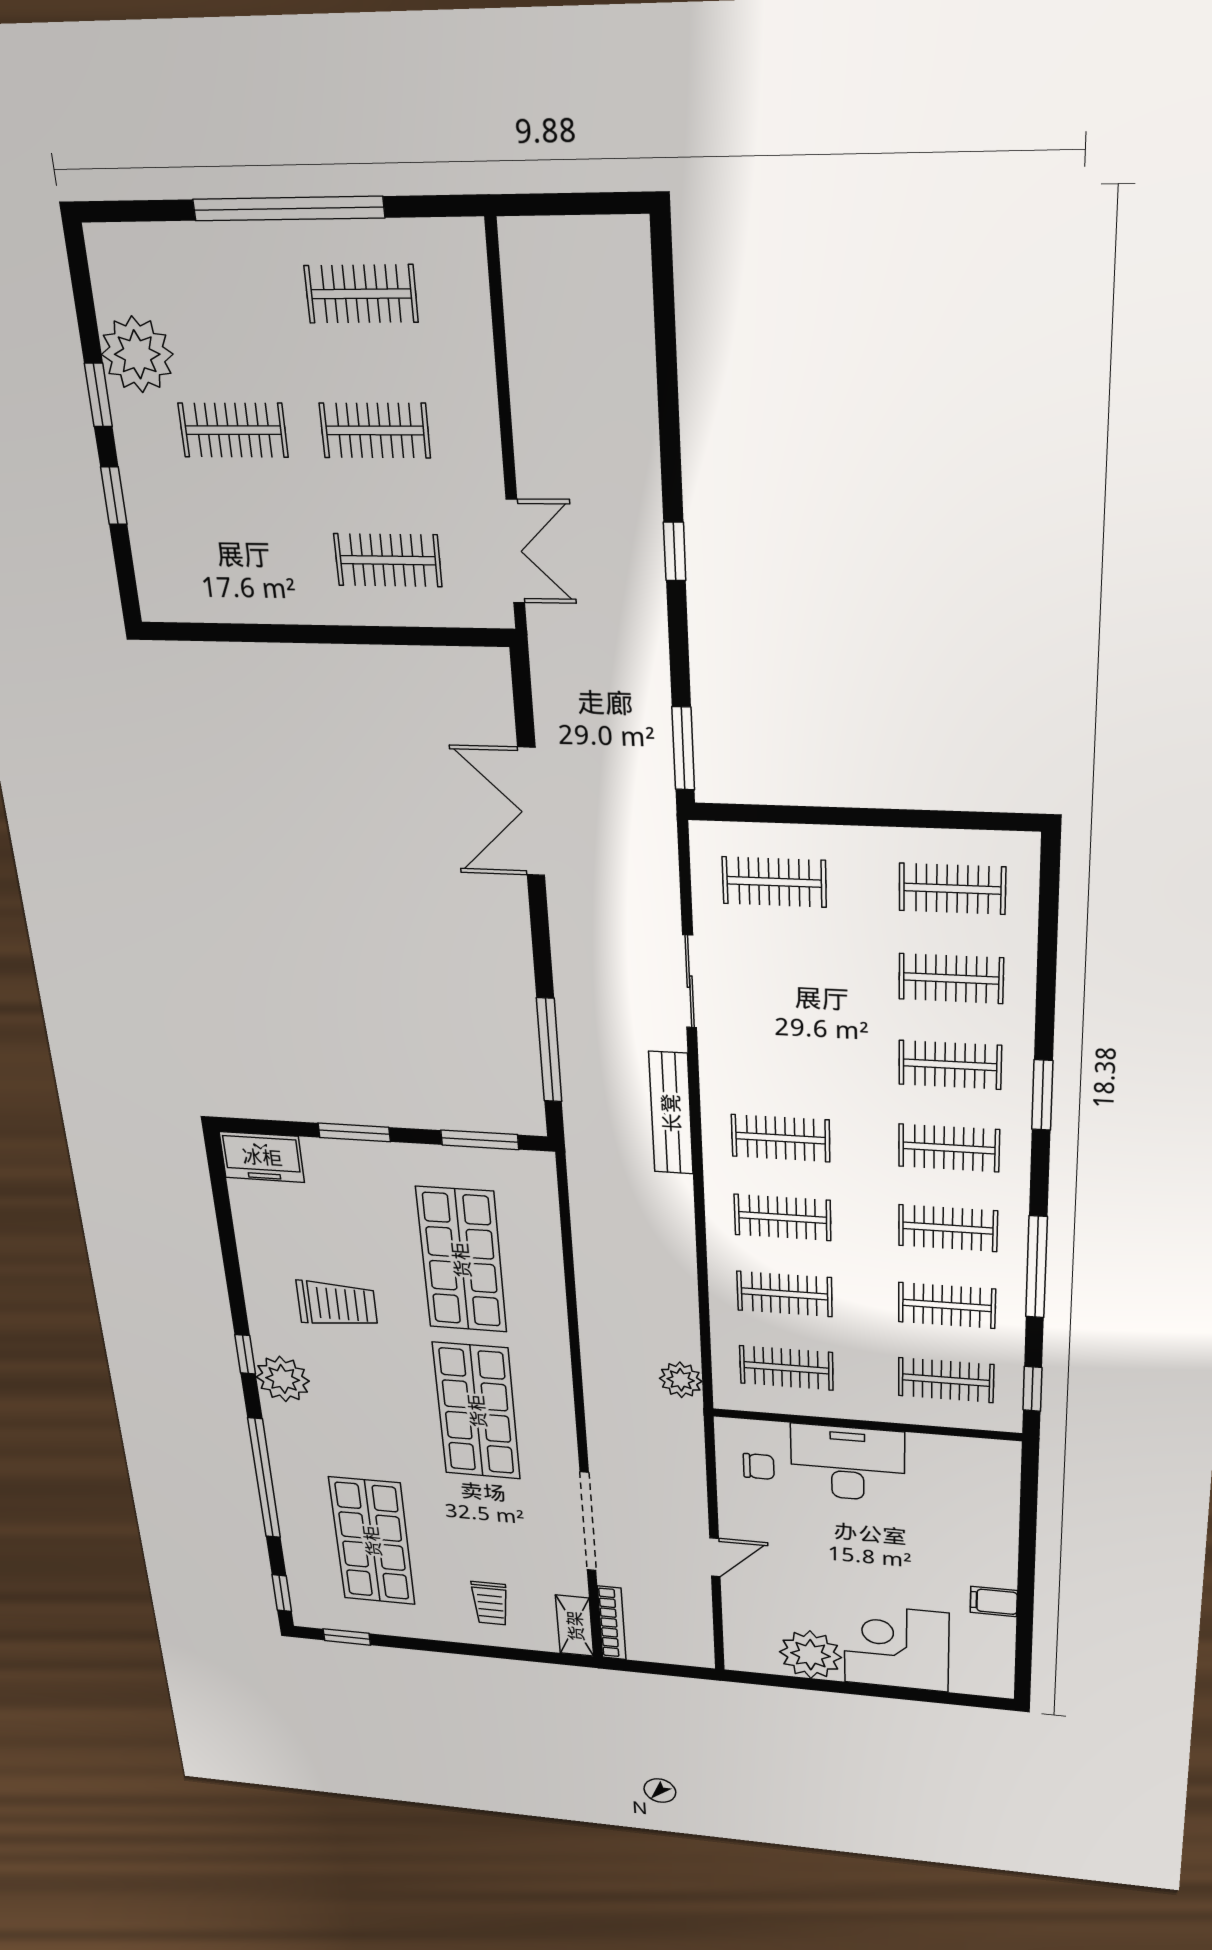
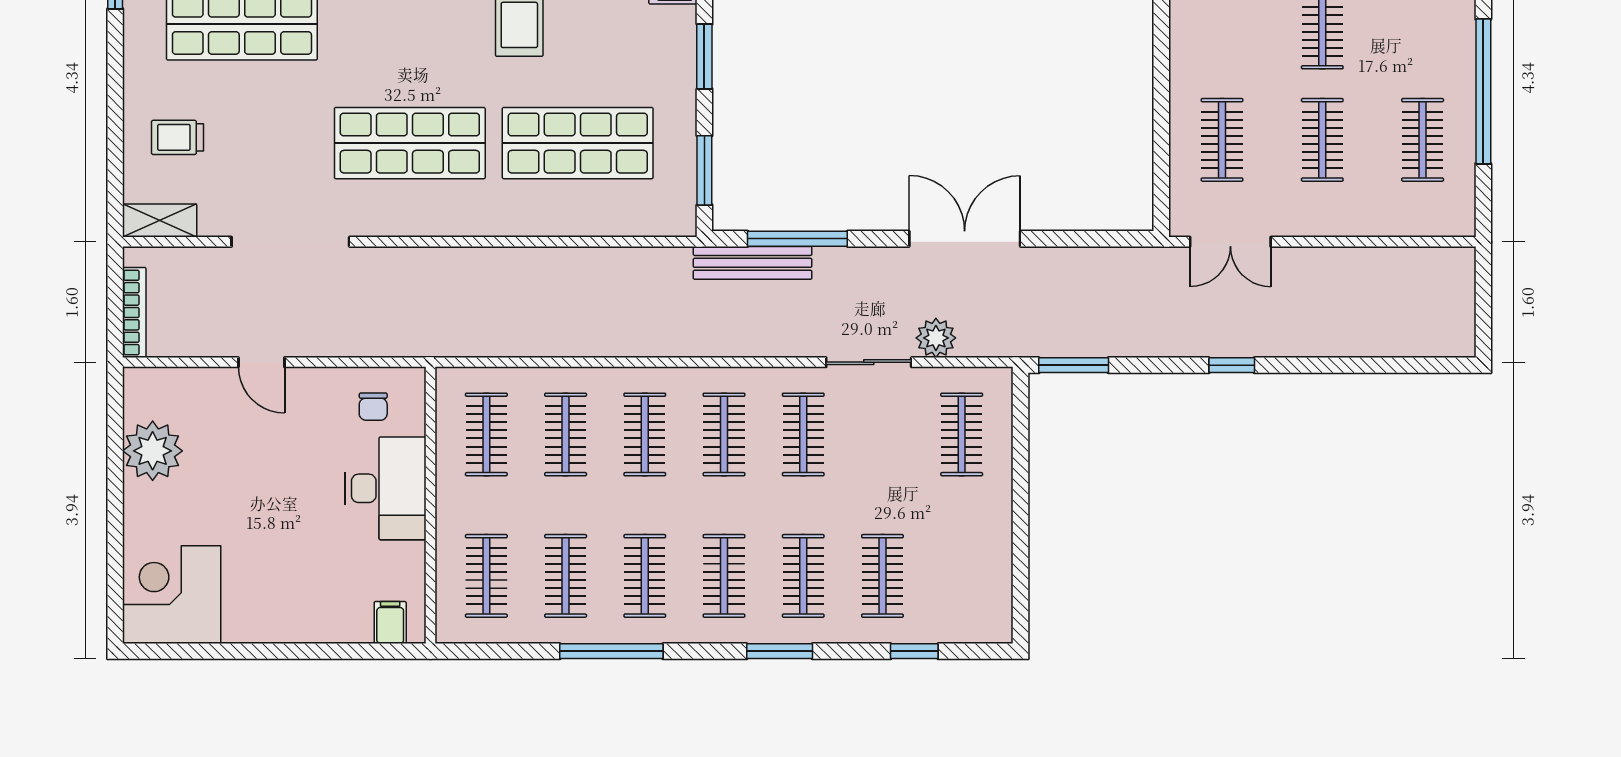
double door: (531, 812) -> (965, 239), moved
clothes rail: (952, 889) -> (803, 434), moved
bench: (671, 1113) -> (753, 263), moved
plant: (681, 1380) -> (936, 338), moved
window: (1032, 1389) -> (914, 651), moved
filing cabinet: (994, 1601) -> (390, 622), moved
bookcase: (612, 1623) -> (134, 312), moved, turned -90
corner desk: (896, 1648) -> (172, 595), moved, turned -90

